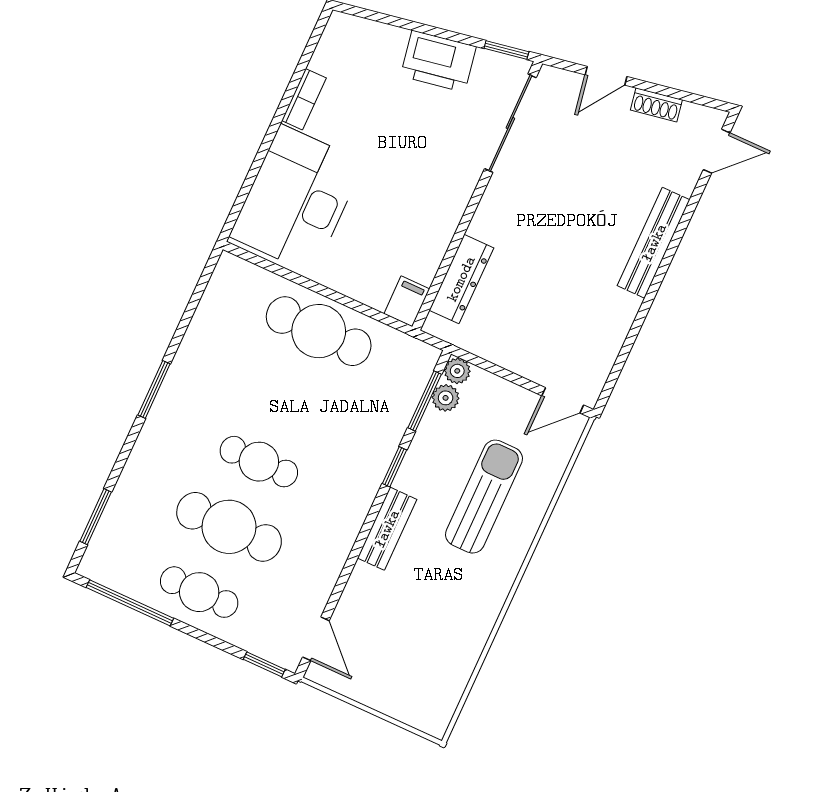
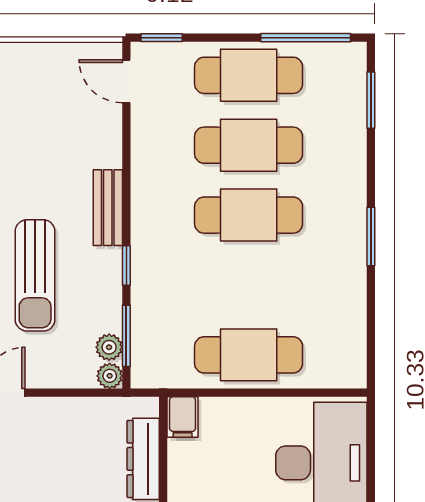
cafe table: (259, 462) -> (249, 215), width x1.37, depth x1.35
cafe table: (199, 592) -> (249, 75), width x1.37, depth x1.35

